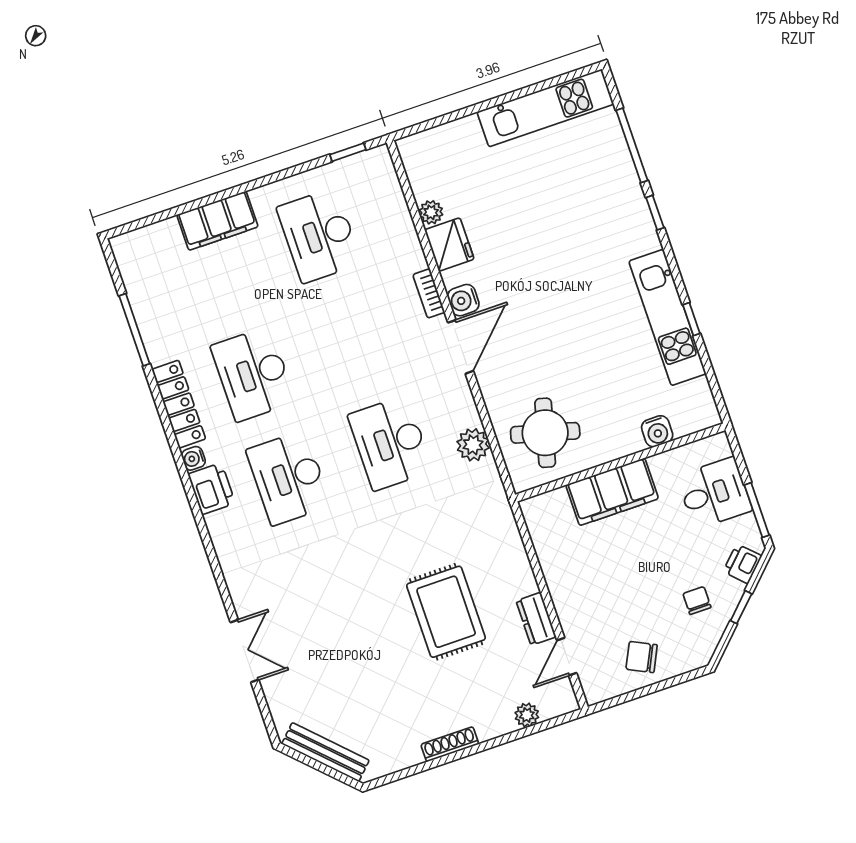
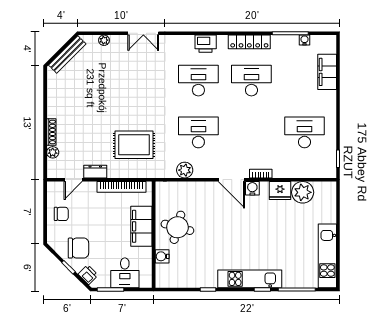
plant: (431, 212) -> (303, 192), width x1.88, depth x1.88
filing cabinet: (217, 221) -> (327, 72), moved
kitchen unit: (667, 317) -> (250, 279), moved
round table: (545, 433) -> (177, 227), moved
water cooler: (193, 458) -> (305, 40), moved
bookcase: (548, 557) -> (122, 187), added
chair: (697, 601) -> (78, 248), width x1.87, depth x1.87
rug: (446, 612) -> (134, 145), moved
double door: (244, 651) -> (143, 33), moved
door: (567, 657) -> (73, 180), swing flipped
chair: (642, 657) -> (61, 214), turned 64
plant: (273, 690) -> (104, 40), added
shoe rack: (450, 744) -> (51, 132), moved

